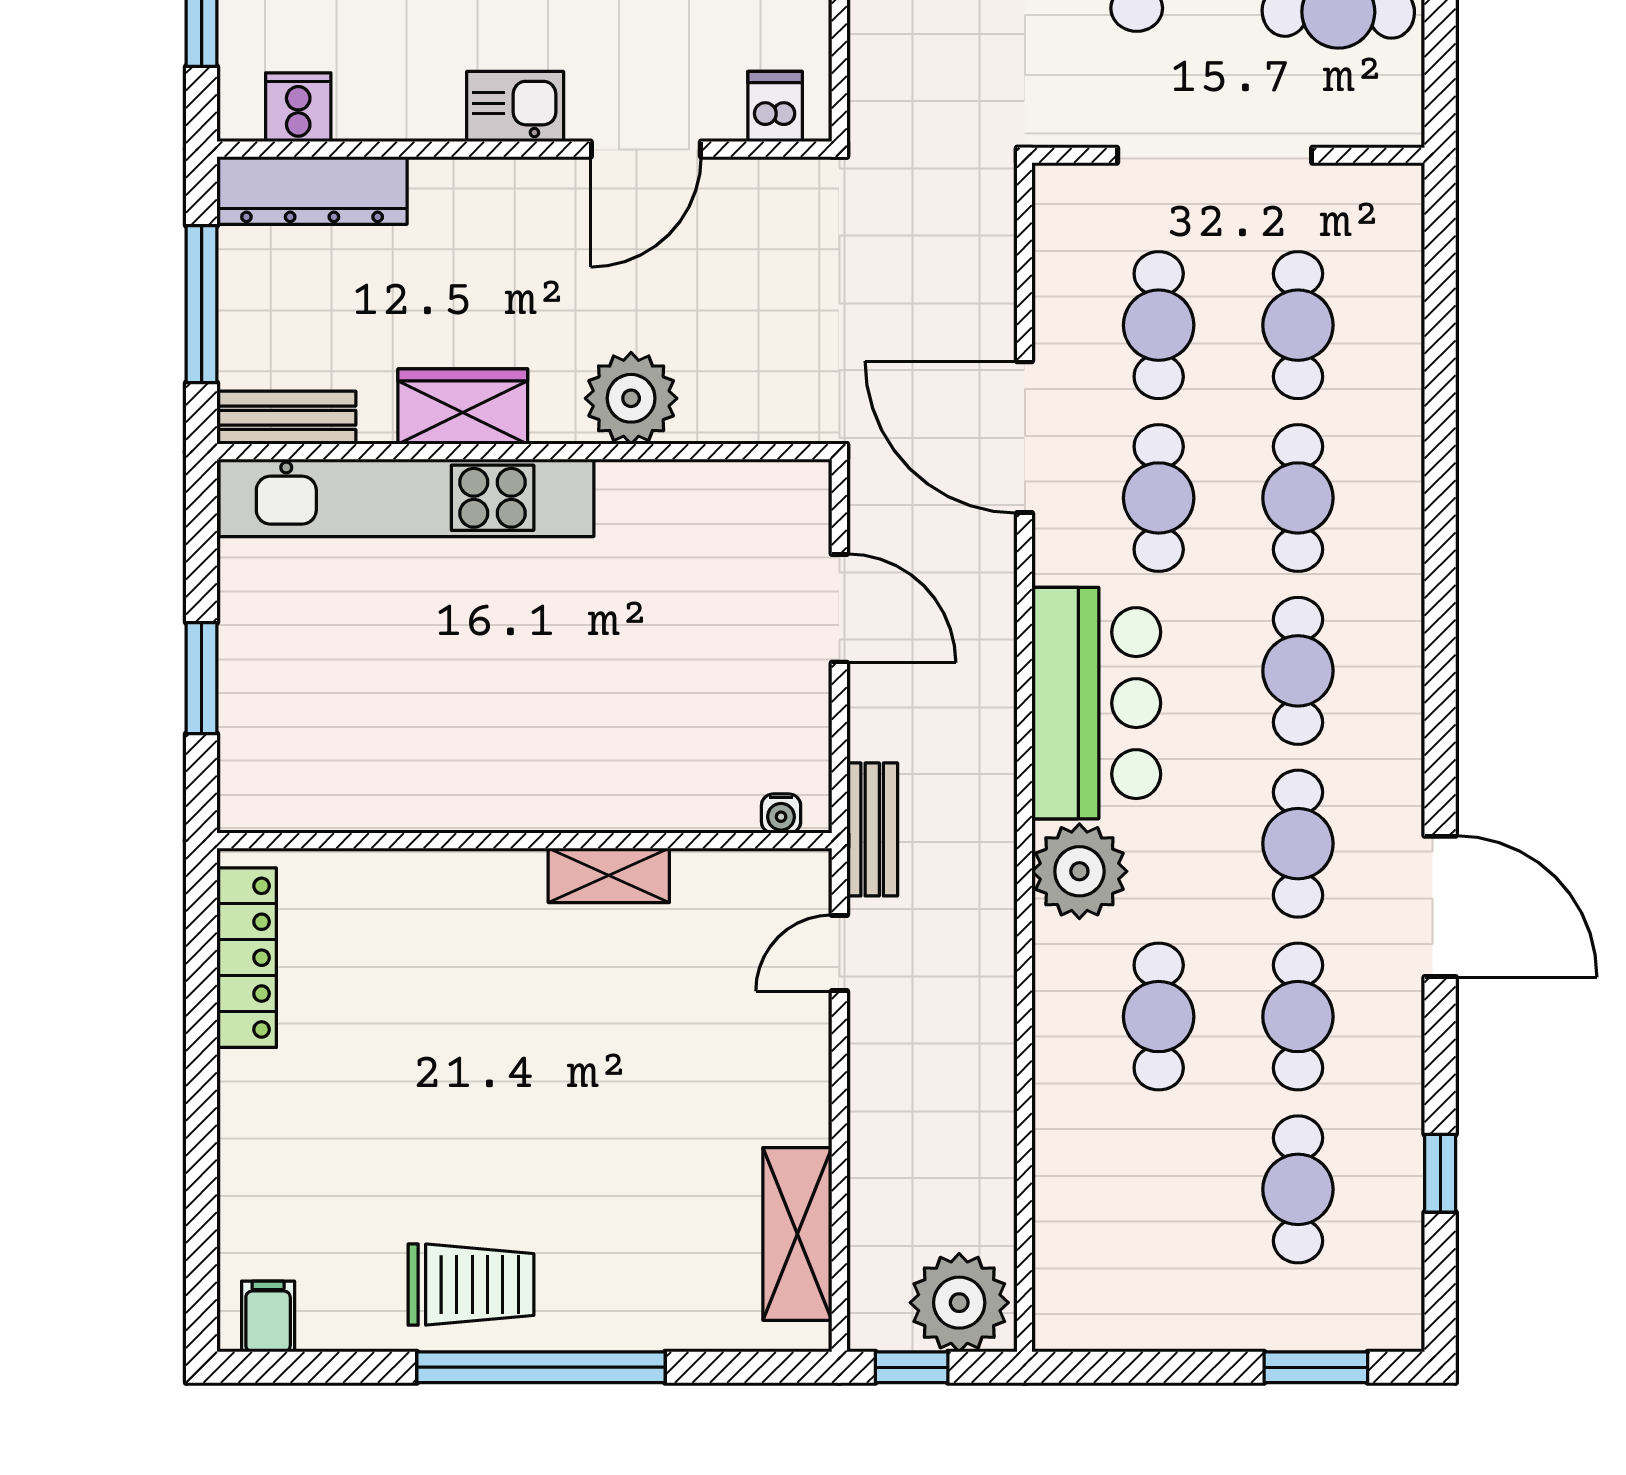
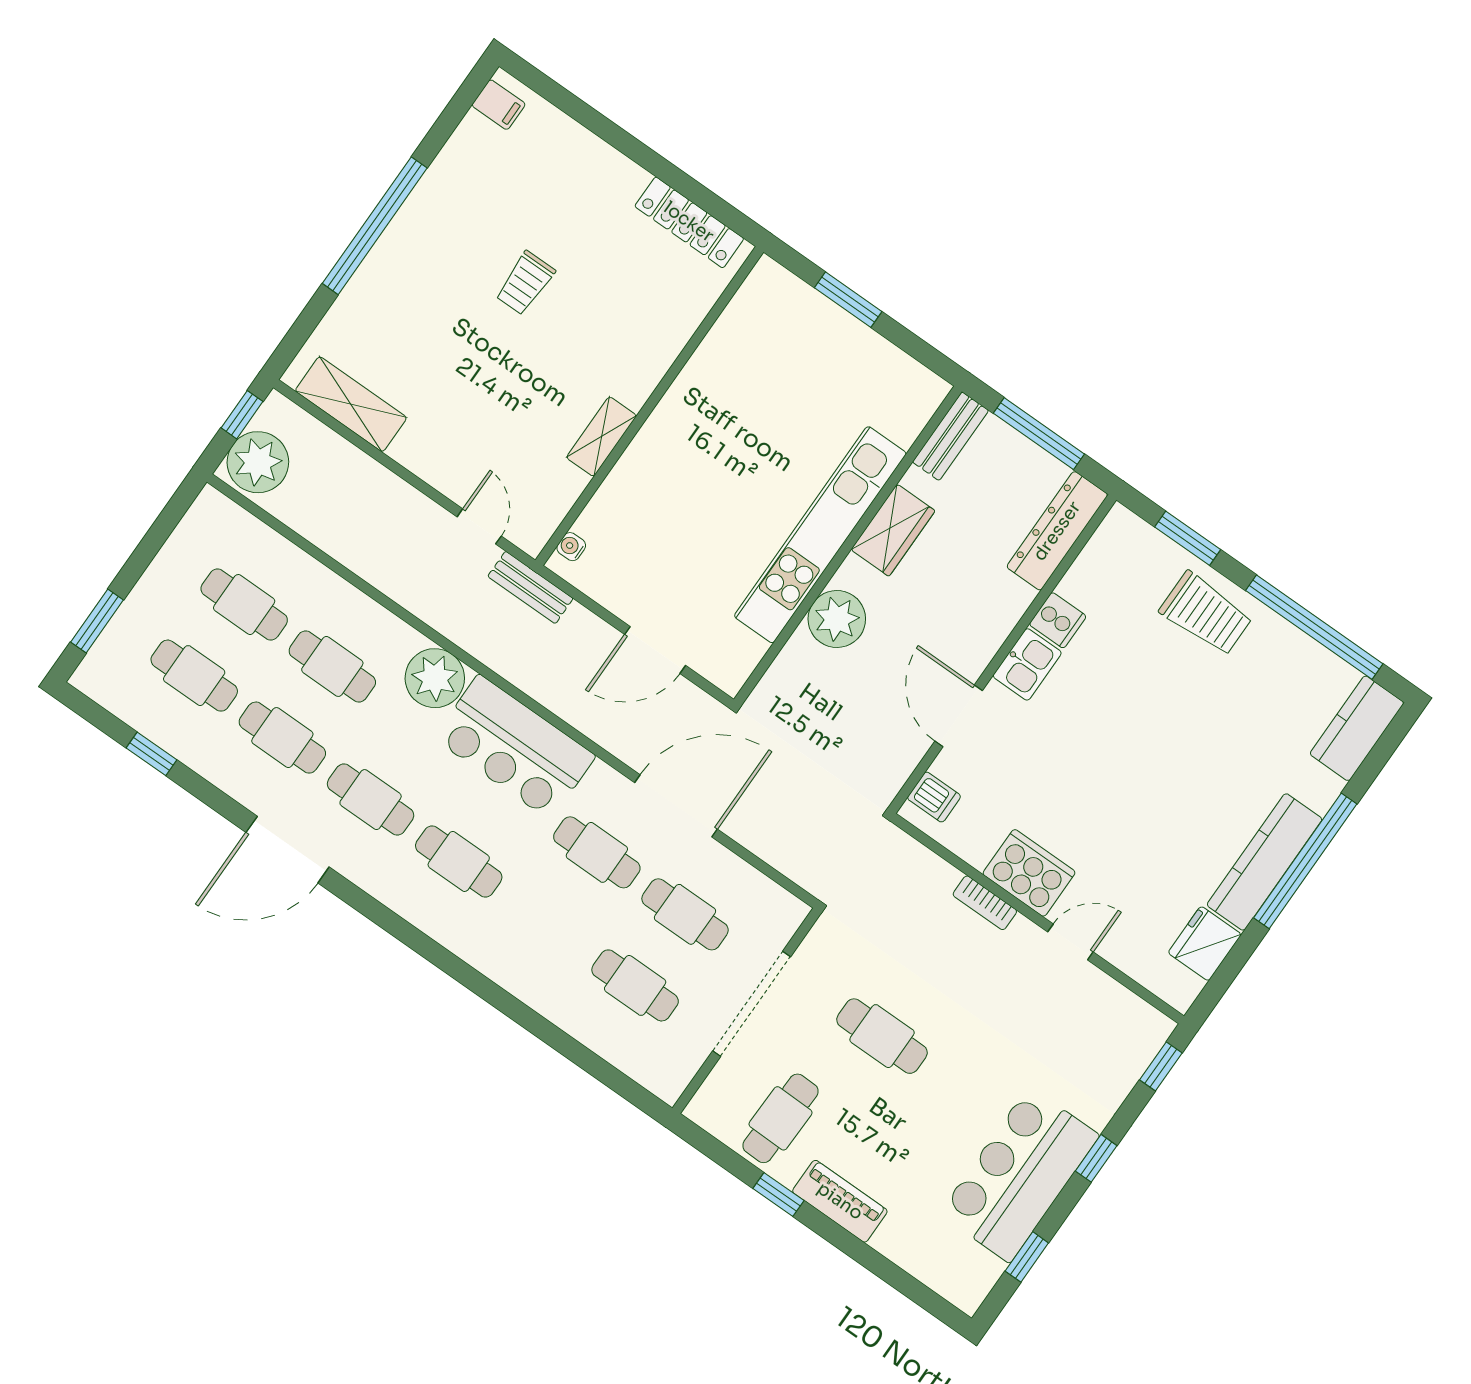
cooker: (298, 107) -> (1058, 620), moved
kitchen unit: (406, 498) -> (820, 535), moved
cafe table: (1298, 498) -> (244, 605), moved
trolley: (471, 1285) -> (525, 283), moved, width x0.73, depth x0.72

